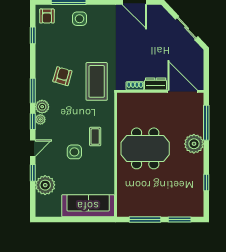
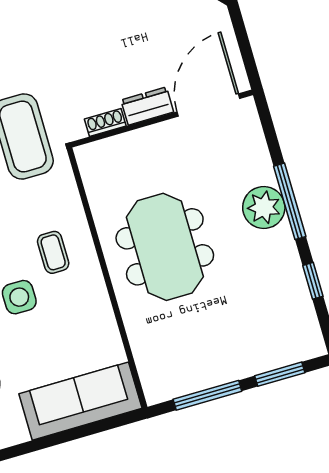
door: (183, 91) -> (208, 105), hinge flipped
window: (206, 123) -> (290, 201), moved
meeting table: (145, 148) -> (165, 247), turned 90

